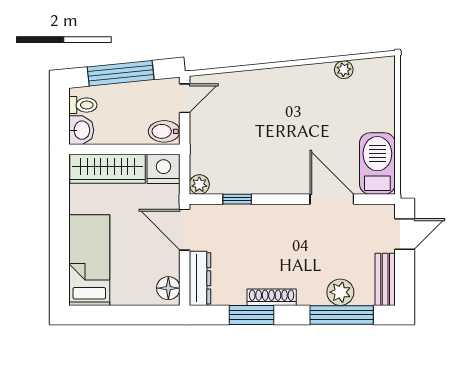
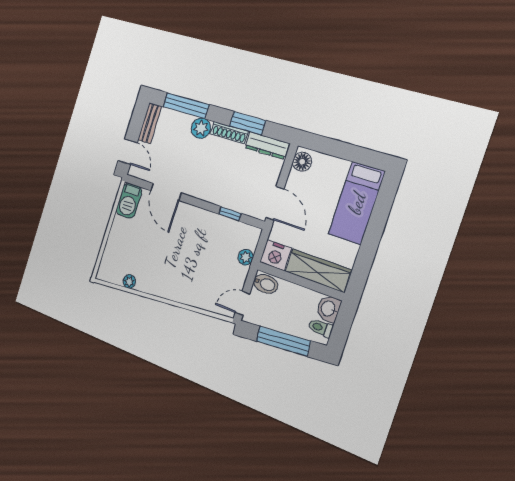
barbecue: (377, 164) -> (129, 201), width x0.73, depth x0.83
plant: (199, 184) -> (246, 257), moved
door: (405, 234) -> (128, 152), swing flipped
dresser: (200, 278) -> (267, 146), moved, turned -90
plant: (340, 292) -> (201, 128), moved

